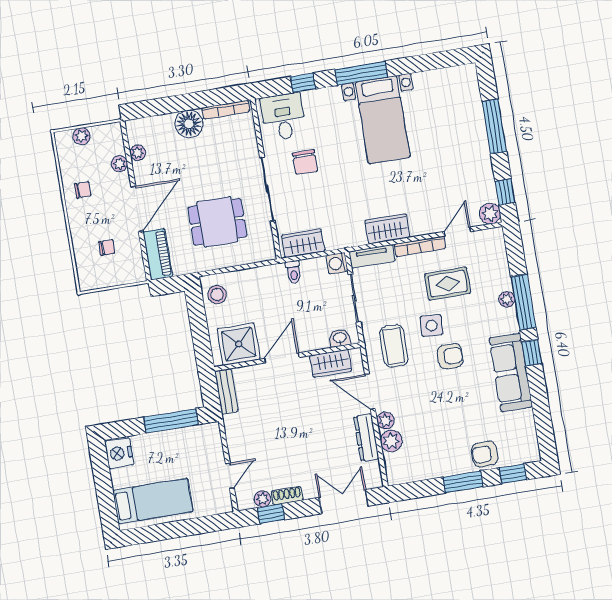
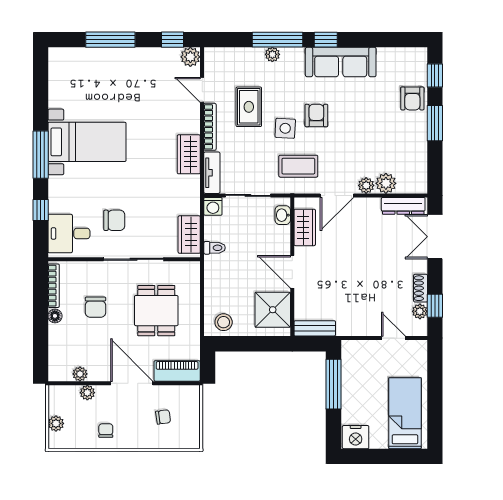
floor lamp: (189, 124) -> (55, 316), width x0.53, depth x0.53
chair: (211, 157) -> (96, 307), added
chair: (107, 248) -> (163, 417), turned 82
dresser: (366, 438) -> (403, 206), moved

